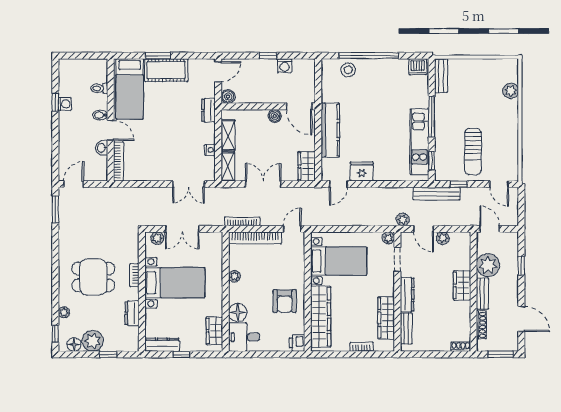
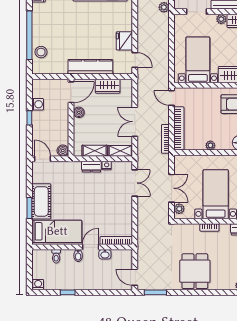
washing machine: (65, 104) -> (38, 285), moved
dresser: (208, 110) -> (91, 167), moved
wardrobe: (307, 166) -> (108, 86), moved
plant: (388, 238) -> (221, 19), moved
dining table: (93, 277) -> (195, 271), moved

